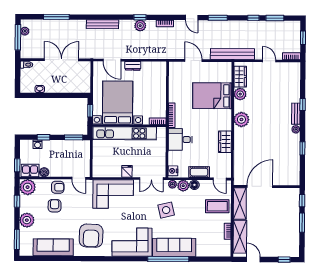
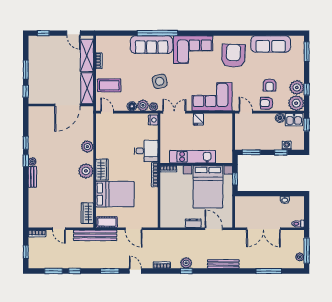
plant: (240, 94) -> (87, 147), moved
window: (303, 104) -> (26, 161), moved
kitchen unit: (125, 133) -> (193, 157), width x0.73
wardrobe: (225, 142) -> (102, 170), moved
cot: (199, 172) -> (107, 222), moved
plant: (27, 220) -> (297, 87), moved

